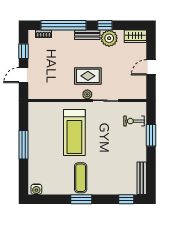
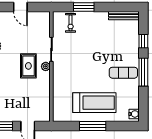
treadmill: (74, 132) -> (94, 103), moved
window: (81, 199) -> (143, 72), width x1.44
window: (126, 199) -> (143, 41), moved

